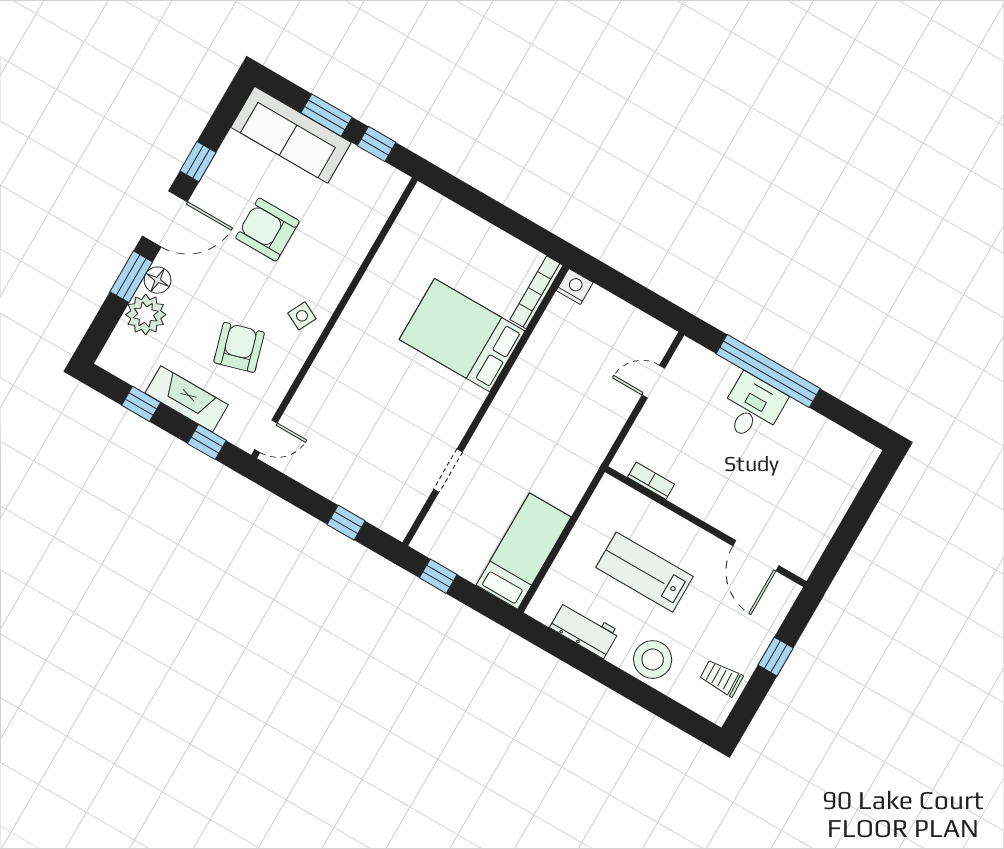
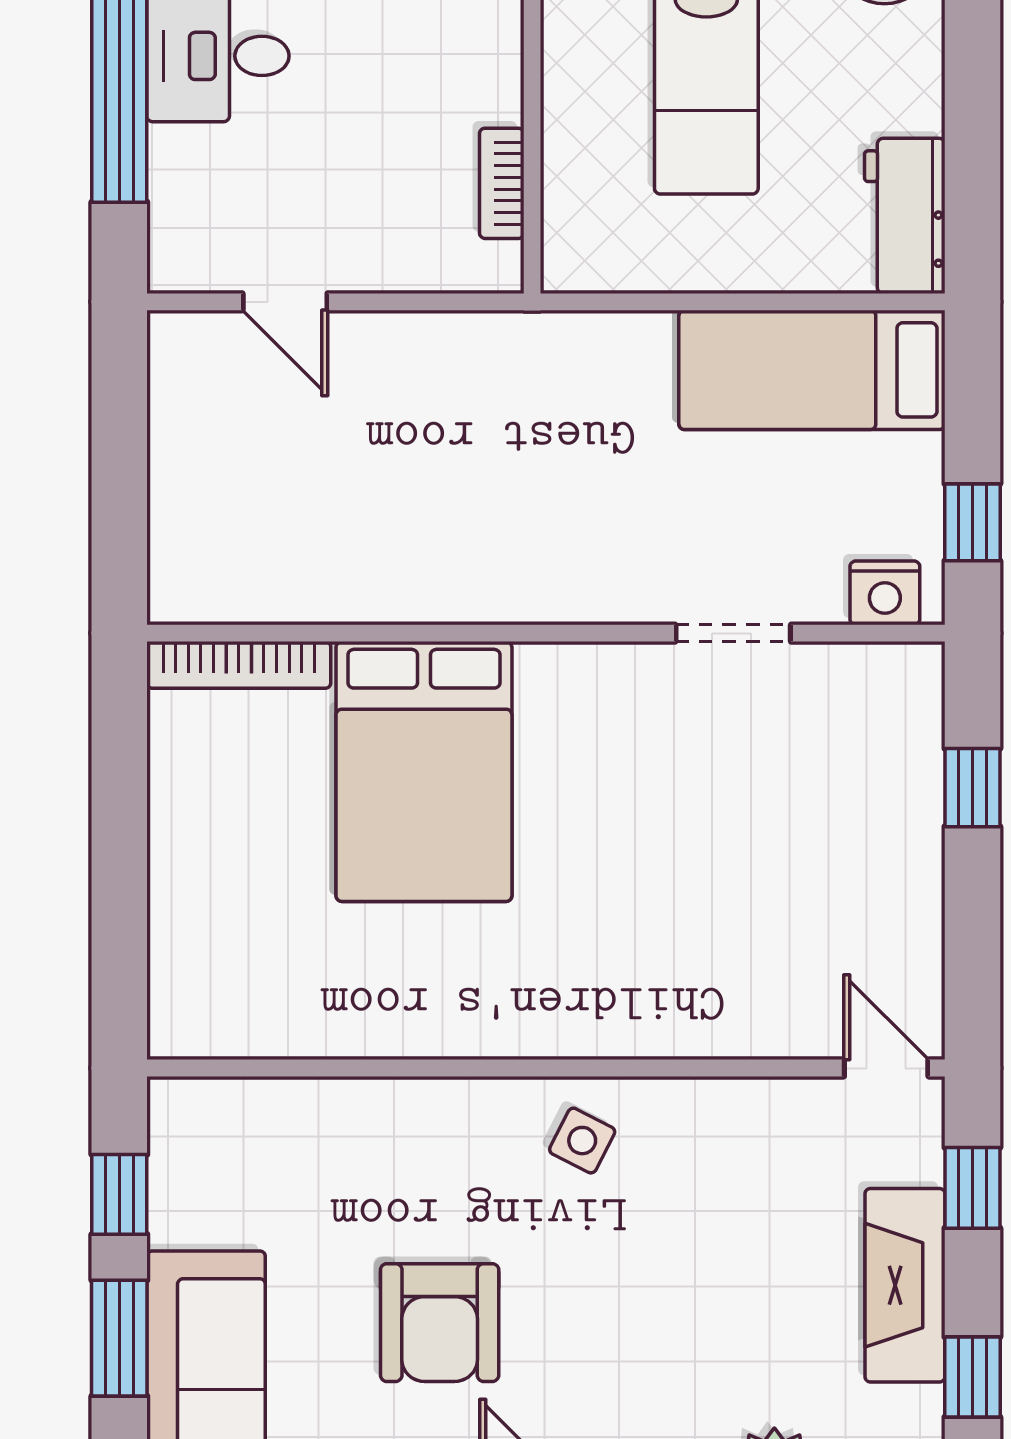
nightstand: (575, 287) -> (885, 593), moved, turned -90
armchair: (239, 347) -> (729, 1236), removed
workbench: (584, 629) -> (905, 216), moved

